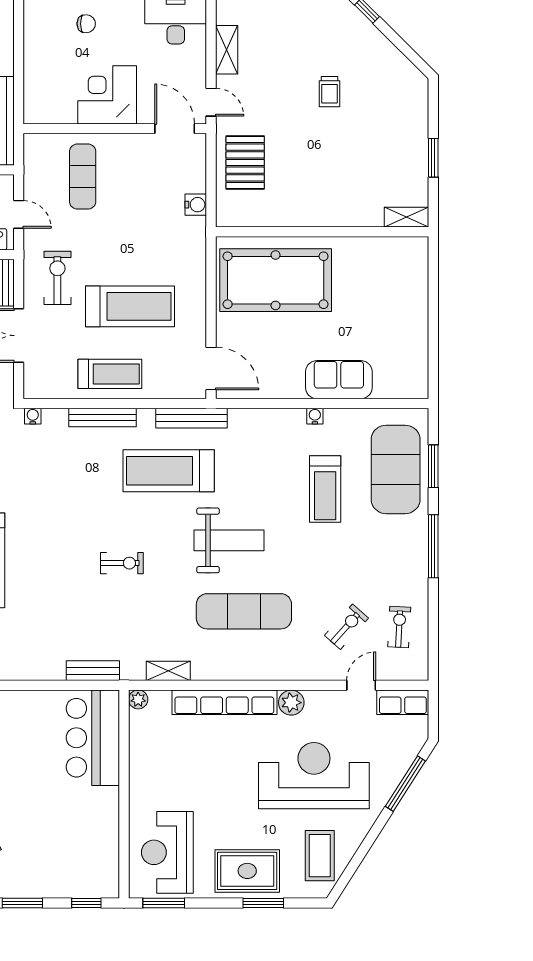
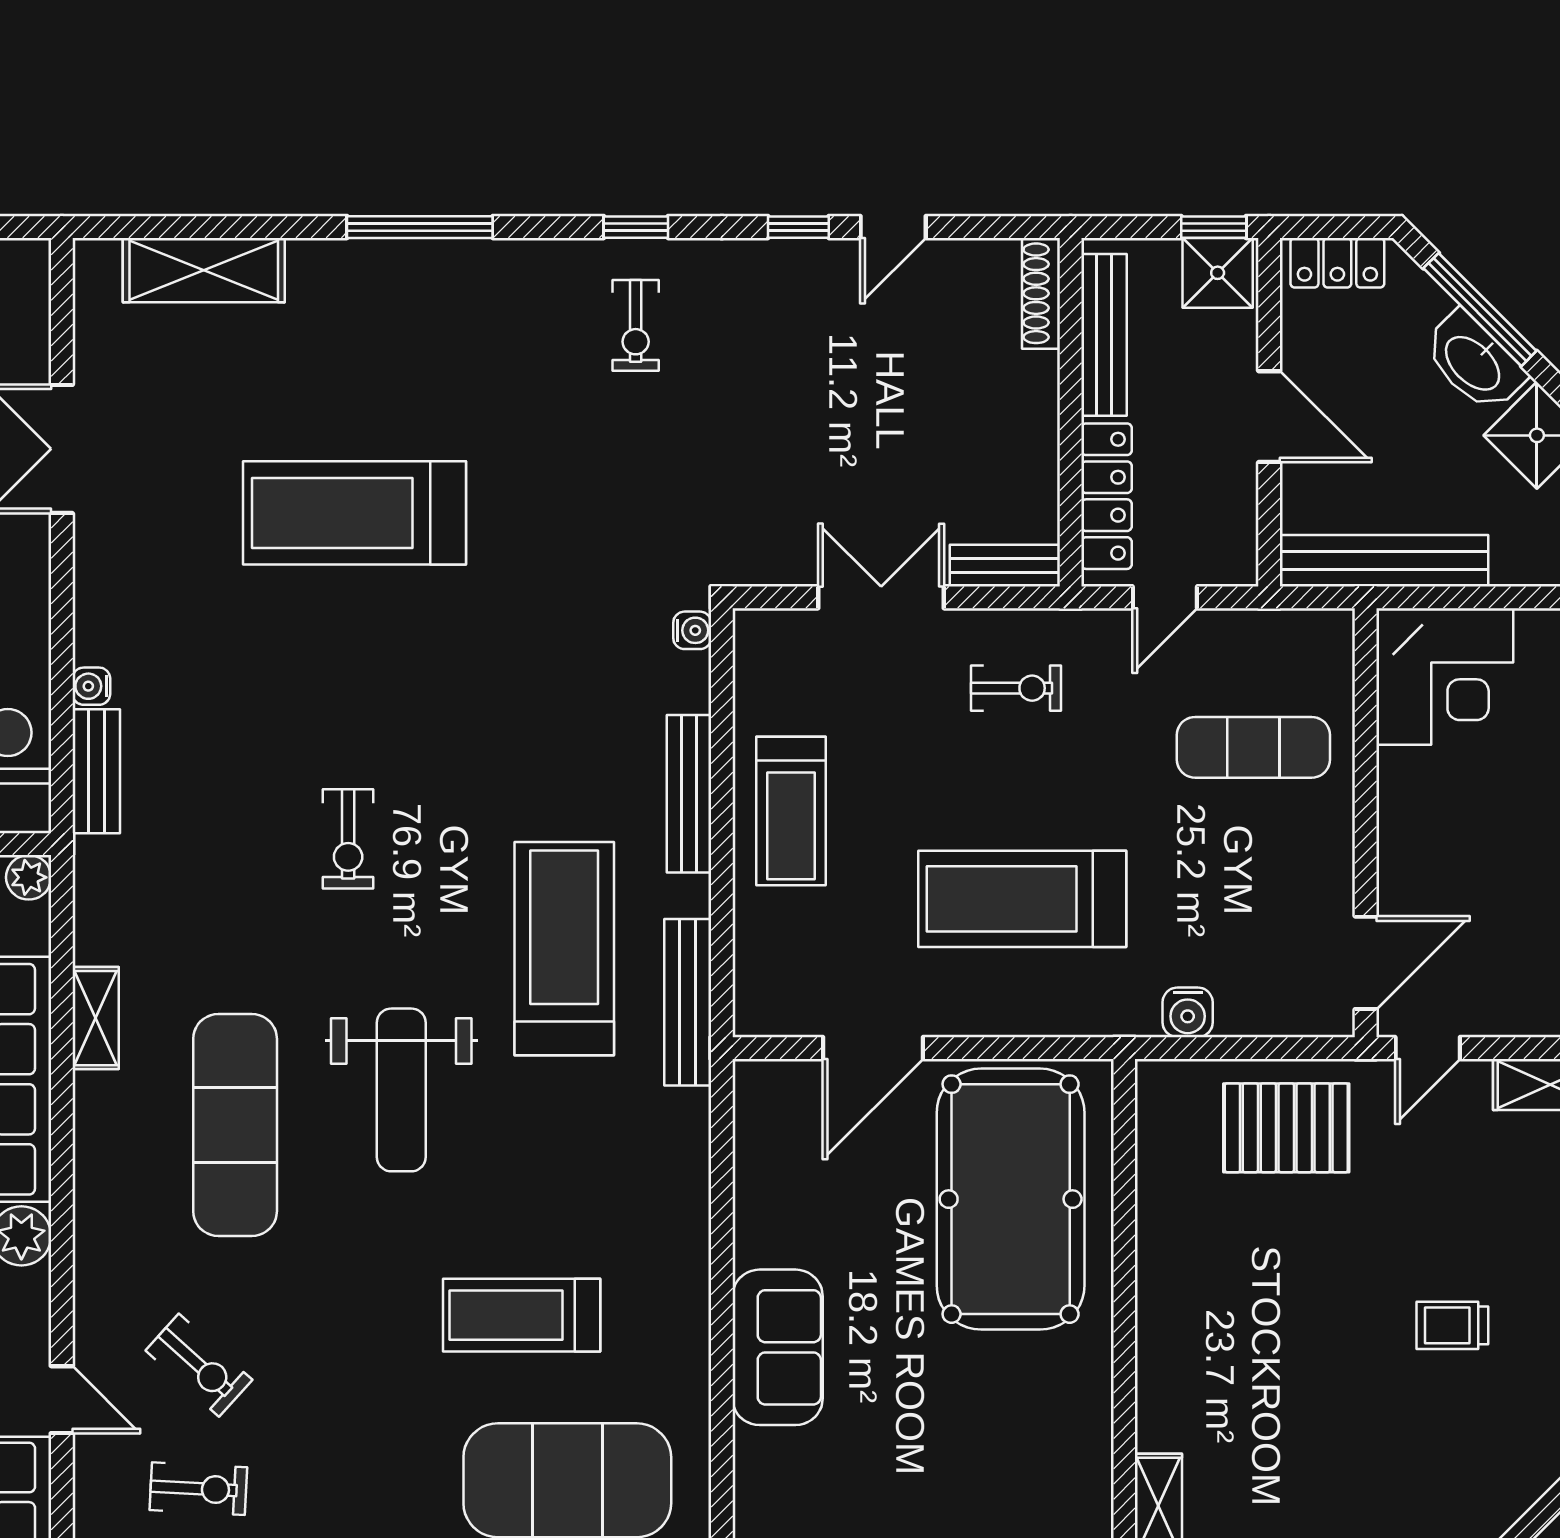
corner desk: (107, 95) -> (1445, 676), moved, turned 90
exercise bike: (57, 278) -> (1016, 688), width x0.73, depth x0.72
treadmill: (130, 306) -> (1022, 899), moved, turned 90
door: (211, 369) -> (873, 1048), moved
water cooler: (315, 416) -> (91, 686), moved, turned 180
shelving: (168, 671) -> (96, 1018), moved

